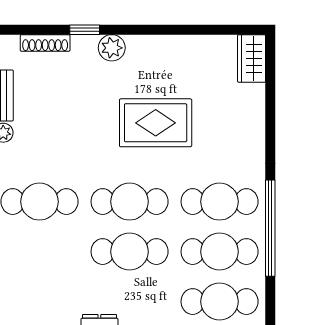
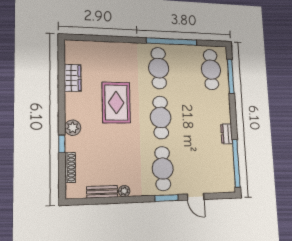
wardrobe: (252, 58) -> (73, 78), moved, turned -90
cafe table: (130, 252) -> (188, 118), removed
cafe table: (220, 252) -> (185, 69), removed

